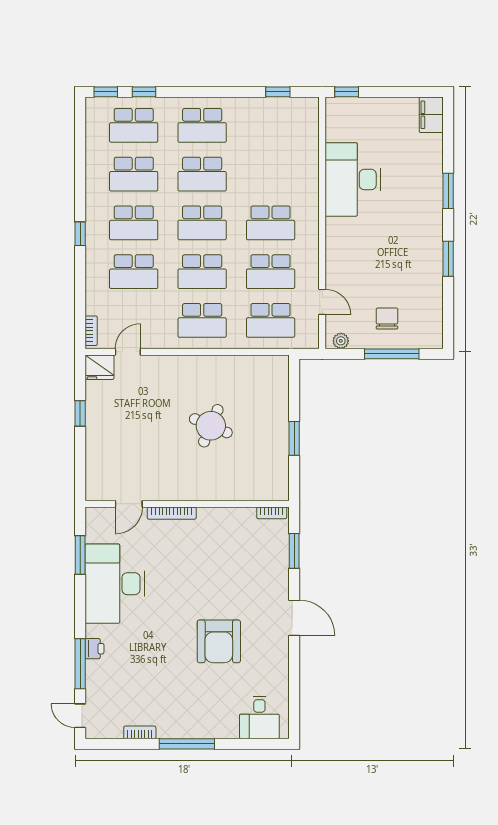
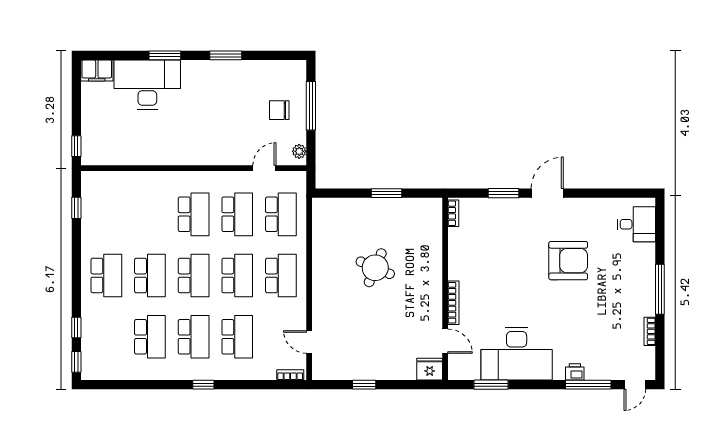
school desk: (134, 125) -> (106, 337), removed
desk: (353, 179) -> (147, 85), moved, turned 180
fridge: (99, 367) -> (430, 369), moved, turned -90
window: (294, 551) -> (503, 193), moved

